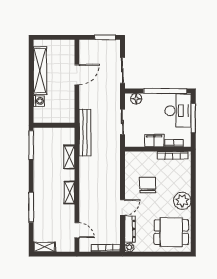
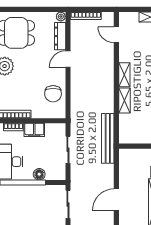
floor lamp: (136, 99) -> (39, 174), moved
shelving: (69, 157) -> (124, 101), moved
chair: (148, 185) -> (53, 94), moved

